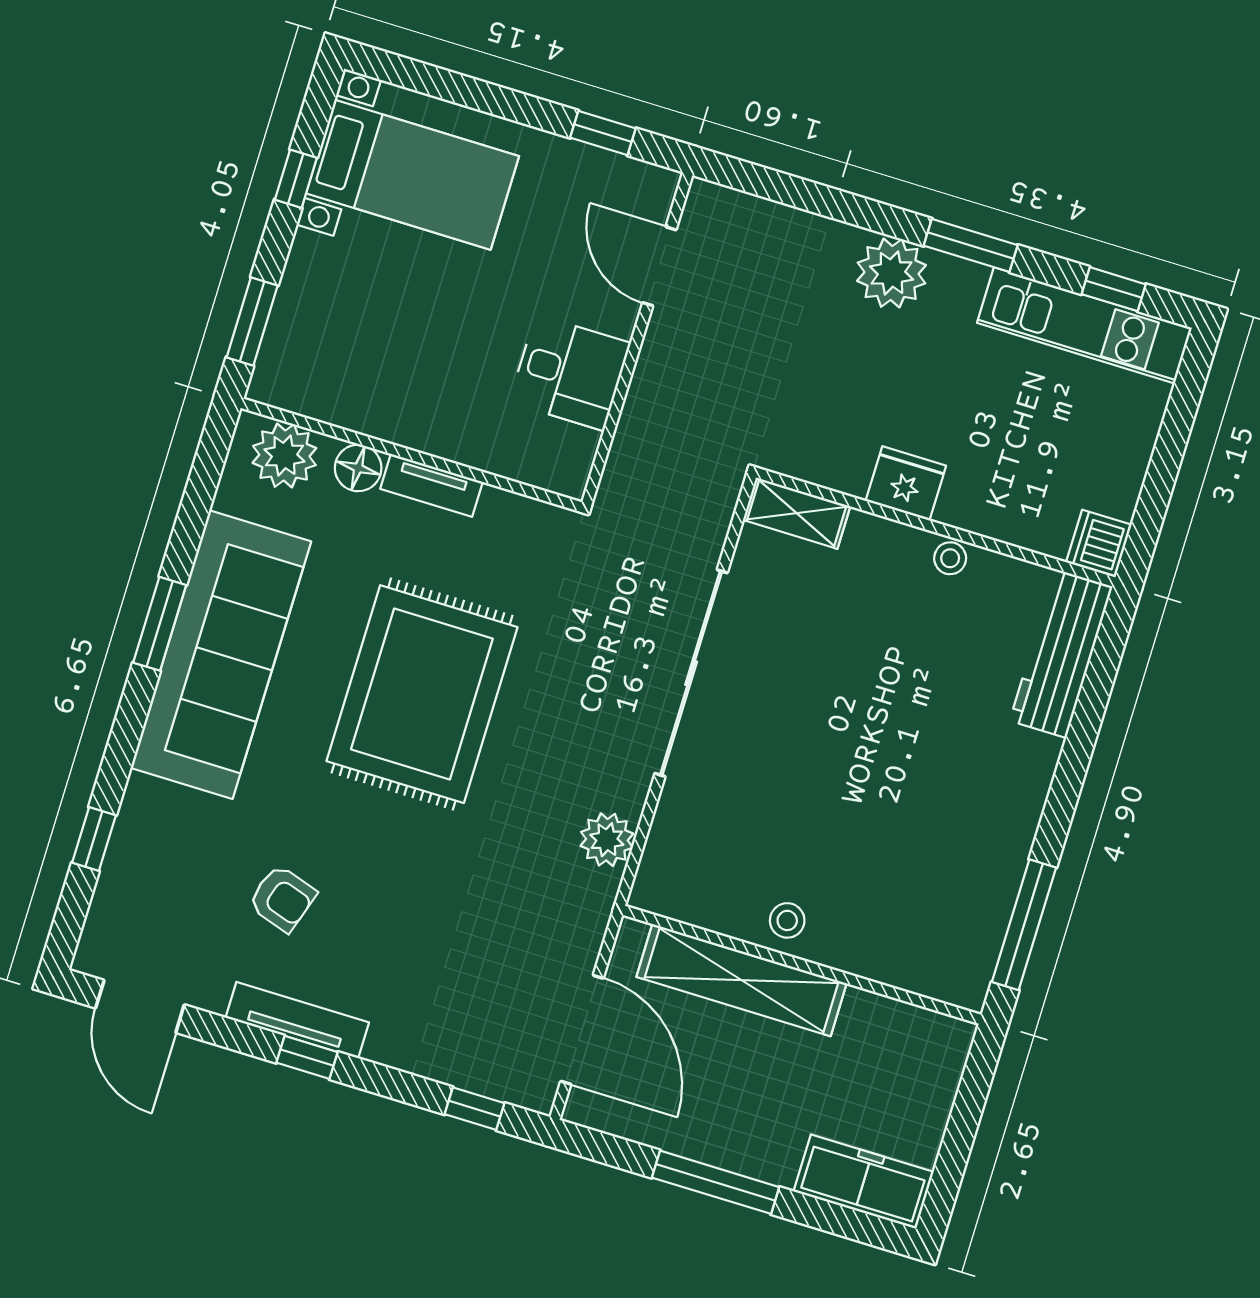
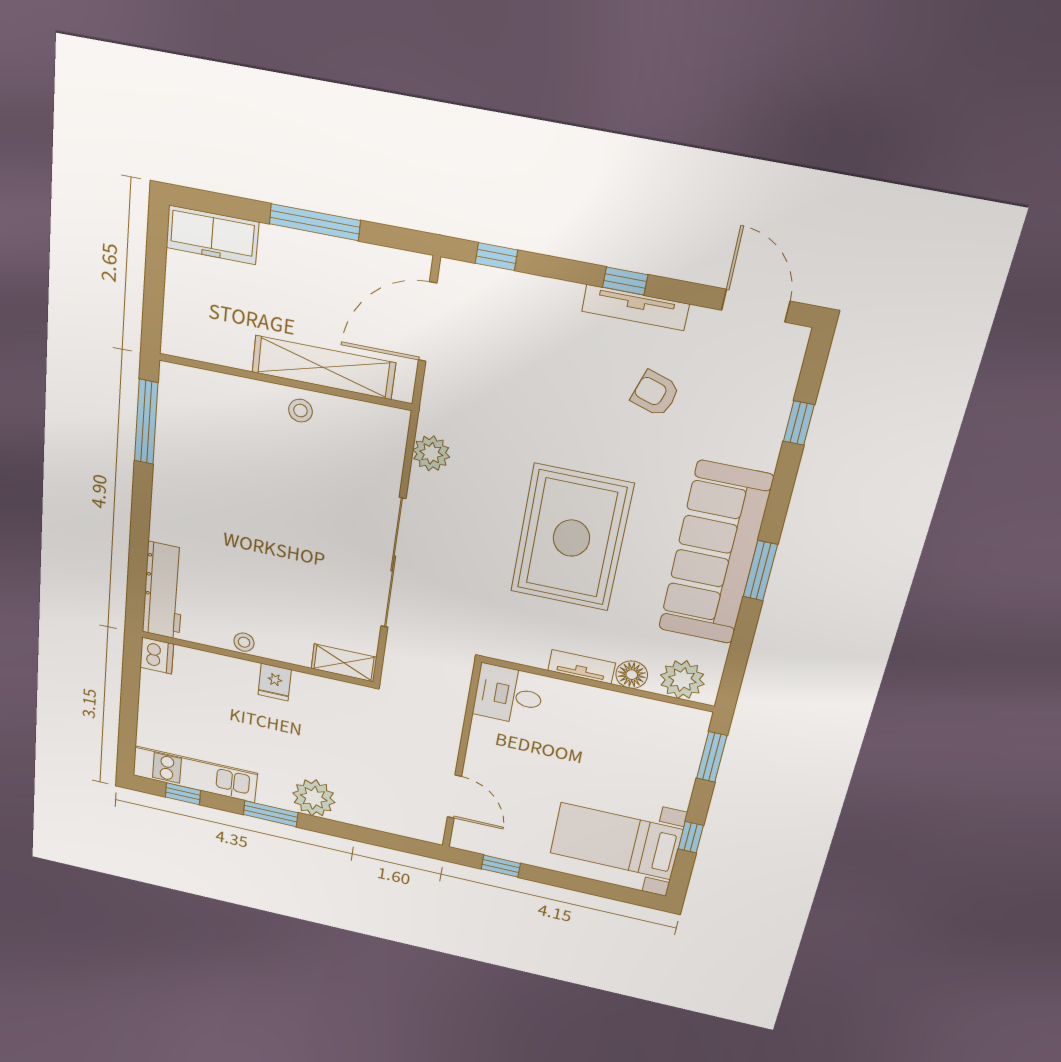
desk: (570, 373) -> (509, 695), moved
fridge: (906, 483) -> (275, 682), width x0.72
door: (582, 1030) -> (428, 322), hinge flipped

